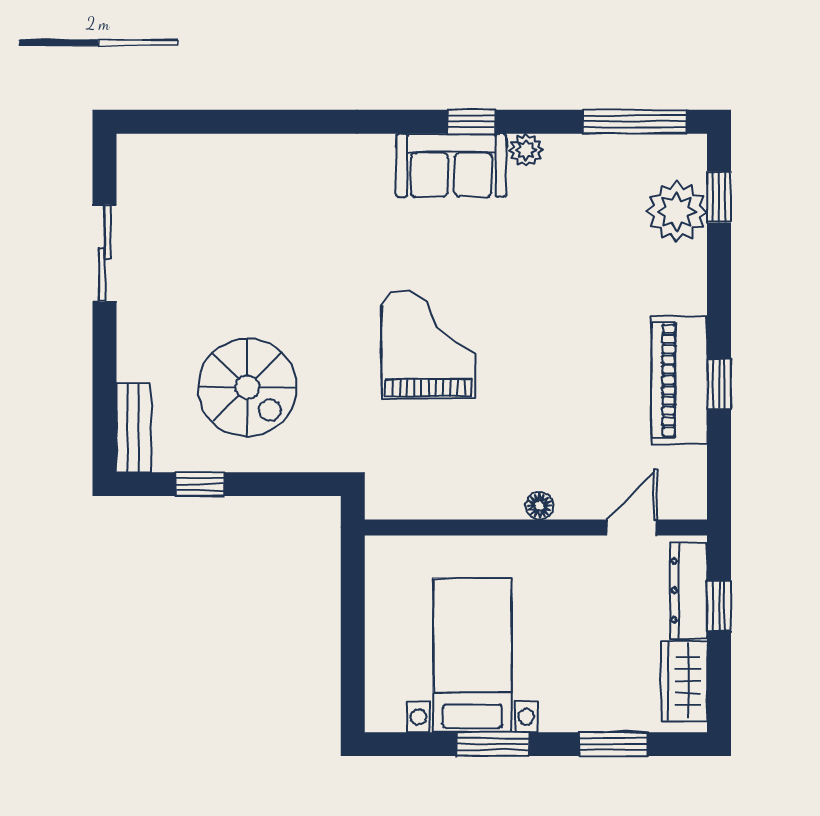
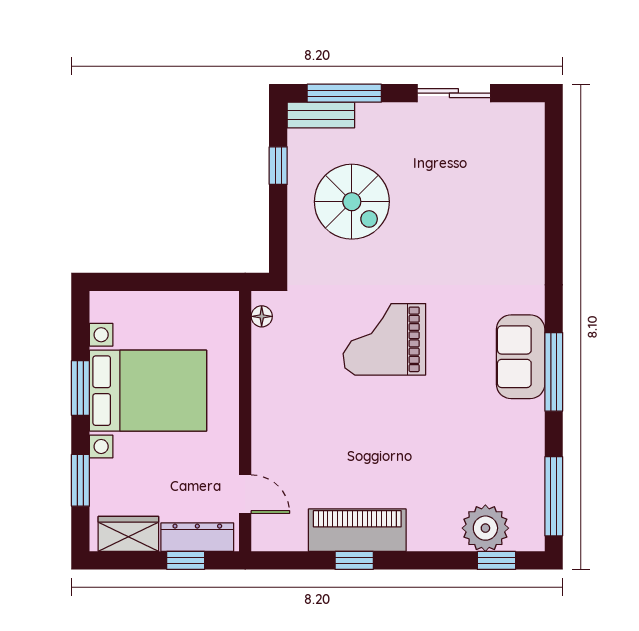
window: (471, 122) -> (554, 372), width x2.17
plant: (526, 150) -> (532, 414), removed
grand piano: (428, 344) -> (384, 339), turned 180
spiral stairs: (247, 387) -> (352, 202), turned -90
window: (105, 397) -> (344, 93), added
floor lamp: (539, 506) -> (262, 316), moved
bed with nightstands: (472, 655) -> (148, 391), width x1.36

